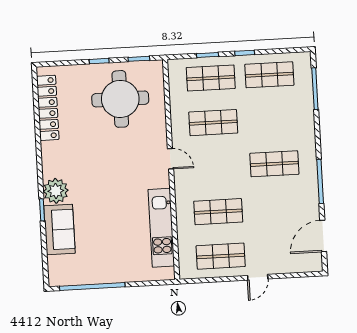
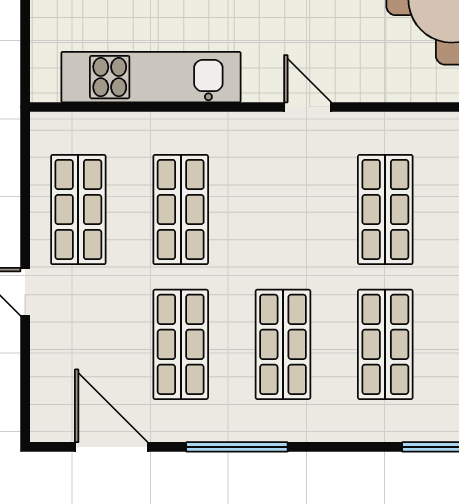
shop shelf: (272, 119) -> (385, 344), added
door: (170, 159) -> (308, 107), swing flipped
shop shelf: (277, 208) -> (181, 344), added

